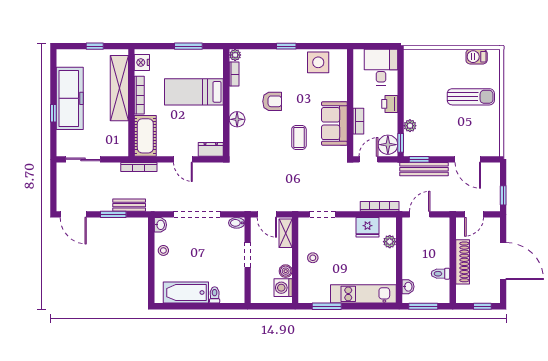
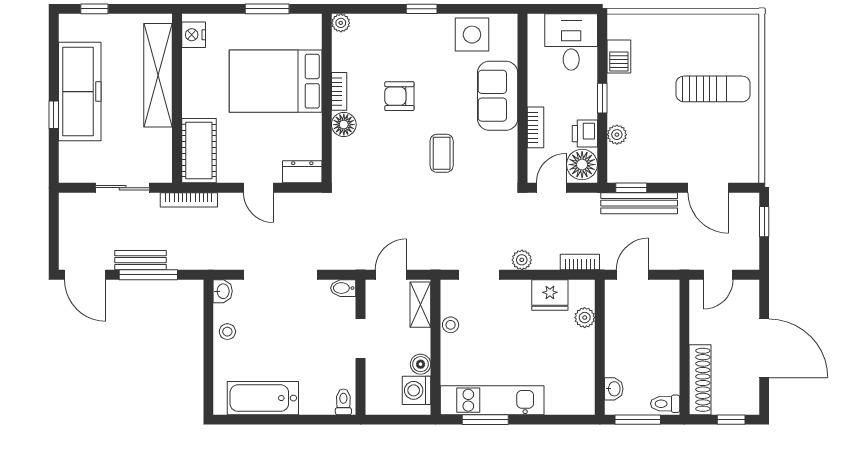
window: (95, 46) -> (94, 9), moved
barbecue: (477, 57) -> (619, 56), moved, turned -90
bookcase: (234, 74) -> (339, 91), moved
bed: (194, 92) -> (276, 81), width x1.50
bookcase: (139, 95) -> (189, 86), removed
armchair: (272, 101) -> (399, 96), turned 180
printer: (390, 104) -> (585, 134), moved
sofa: (334, 124) -> (498, 96), moved
window: (401, 143) -> (602, 98), moved
sliding door: (83, 159) -> (123, 188), moved
window: (503, 195) -> (764, 222), moved
bench: (129, 205) -> (140, 260), moved
plant: (350, 205) -> (522, 260), added
bookcase: (380, 206) -> (580, 262), width x0.64
window: (113, 214) -> (148, 275), width x1.44
door: (267, 214) -> (391, 275), swing flipped
stool: (313, 258) -> (451, 325), moved
shoe rack: (463, 262) -> (700, 380), moved
toilet: (441, 274) -> (665, 404), moved
kitchen unit: (363, 294) -> (492, 400), moved
toilet: (215, 295) -> (343, 402), moved

